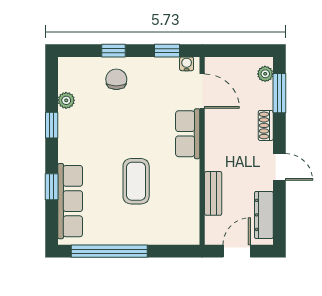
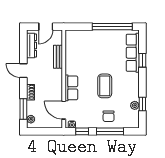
window: (113, 51) -> (110, 131), width x2.17
window: (52, 125) -> (142, 104), moved
coffee table: (136, 181) -> (105, 86), moved

